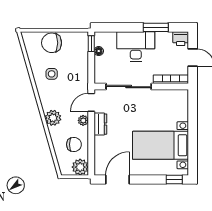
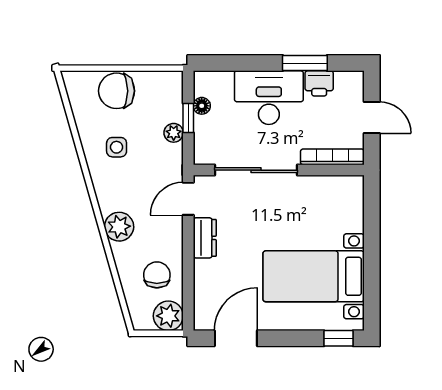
printer: (181, 39) -> (319, 83), moved
window: (91, 44) -> (188, 118), moved
plant: (83, 120) -> (174, 133), moved
chair: (74, 144) -> (157, 275), turned -90

